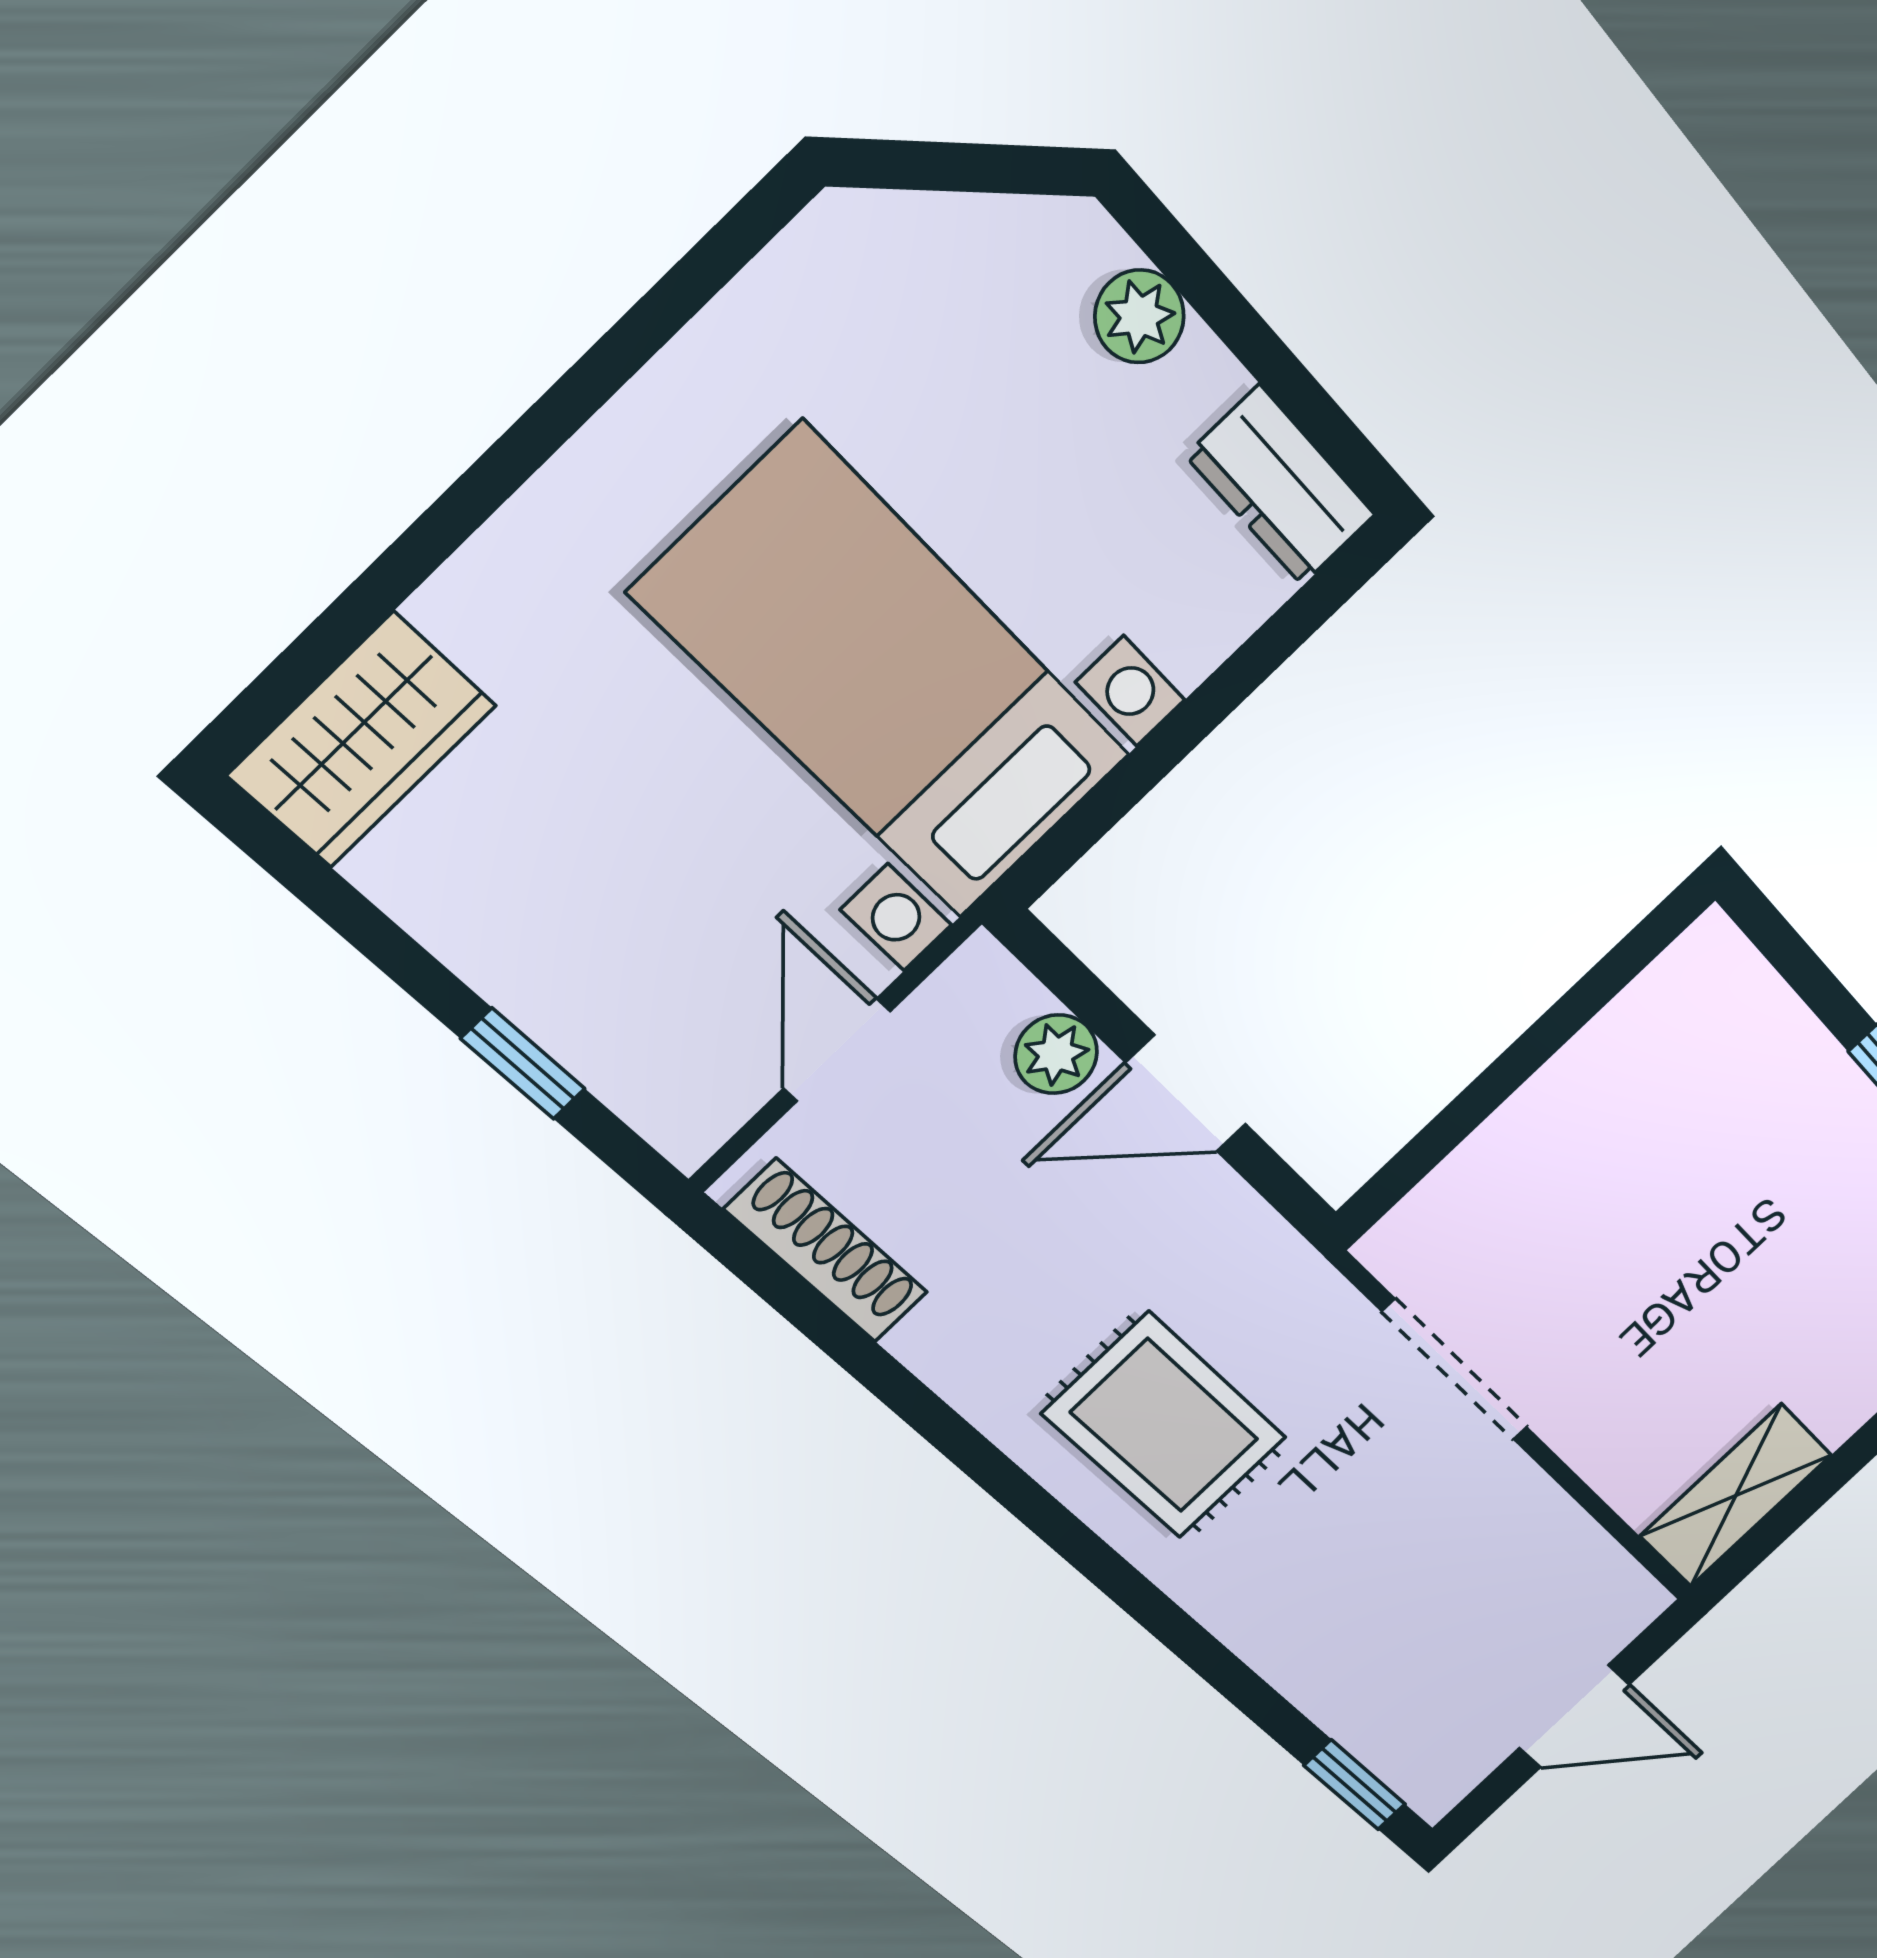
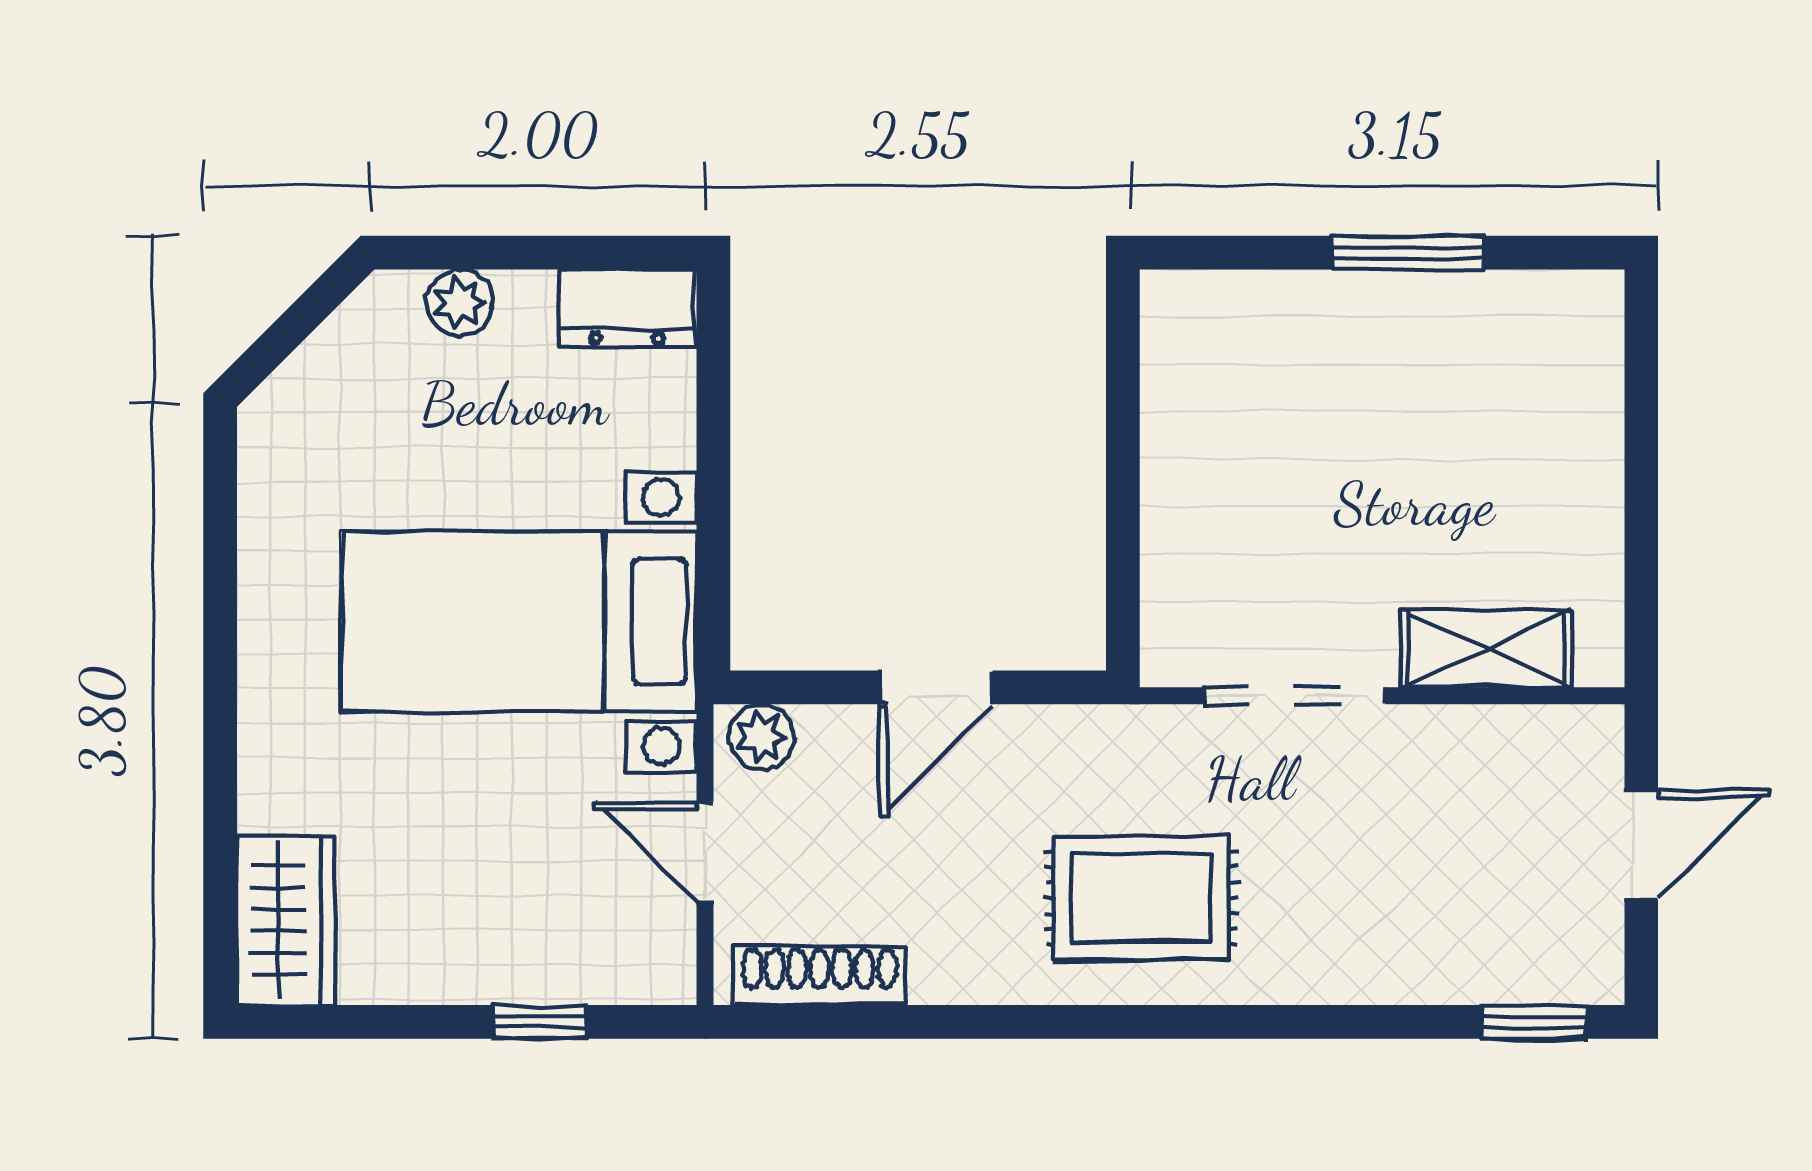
plant: (1056, 1054) -> (762, 737), moved
shelving: (1736, 1495) -> (1486, 649), moved, turned 90

